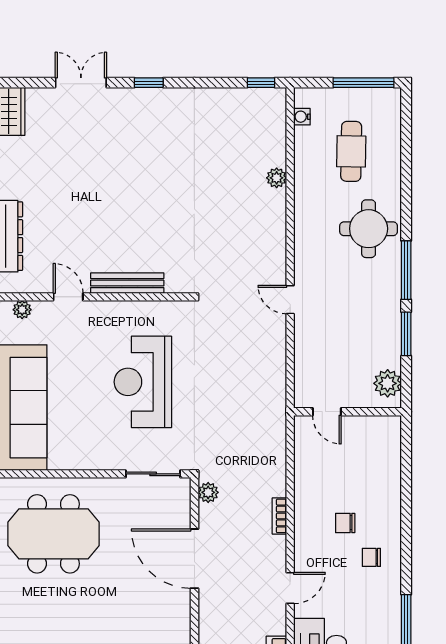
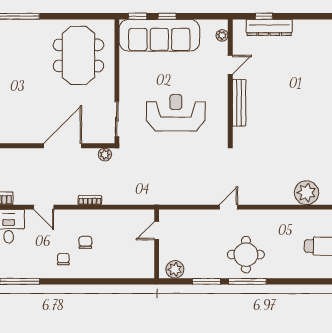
plant: (277, 178) -> (306, 193), width x1.88, depth x1.88
round table: (369, 229) -> (246, 255), moved

